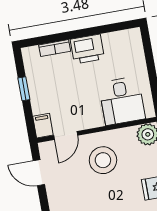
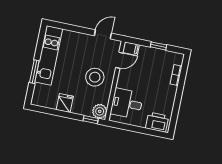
printer: (87, 49) -> (157, 122), moved, turned 90
door: (66, 135) -> (119, 60), swing flipped

